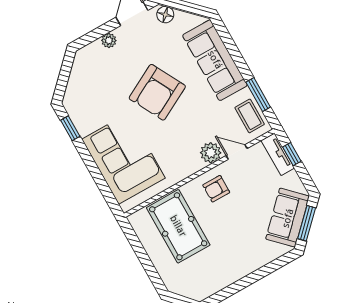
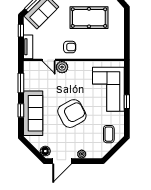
window: (235, 54) -> (21, 110), added
coffee table: (250, 116) -> (109, 134), moved
window: (70, 128) -> (127, 102), moved
window: (292, 154) -> (21, 31), moved
pool table: (178, 226) -> (89, 18), moved, turned 90

